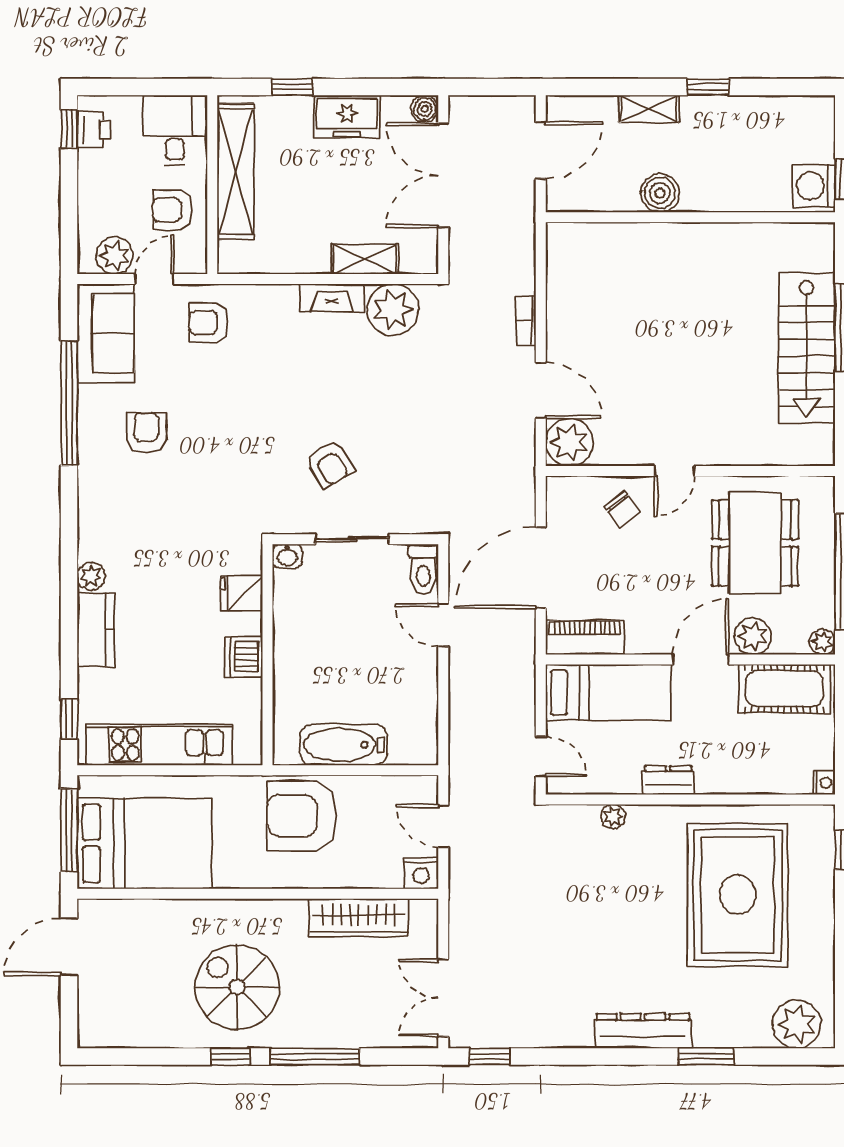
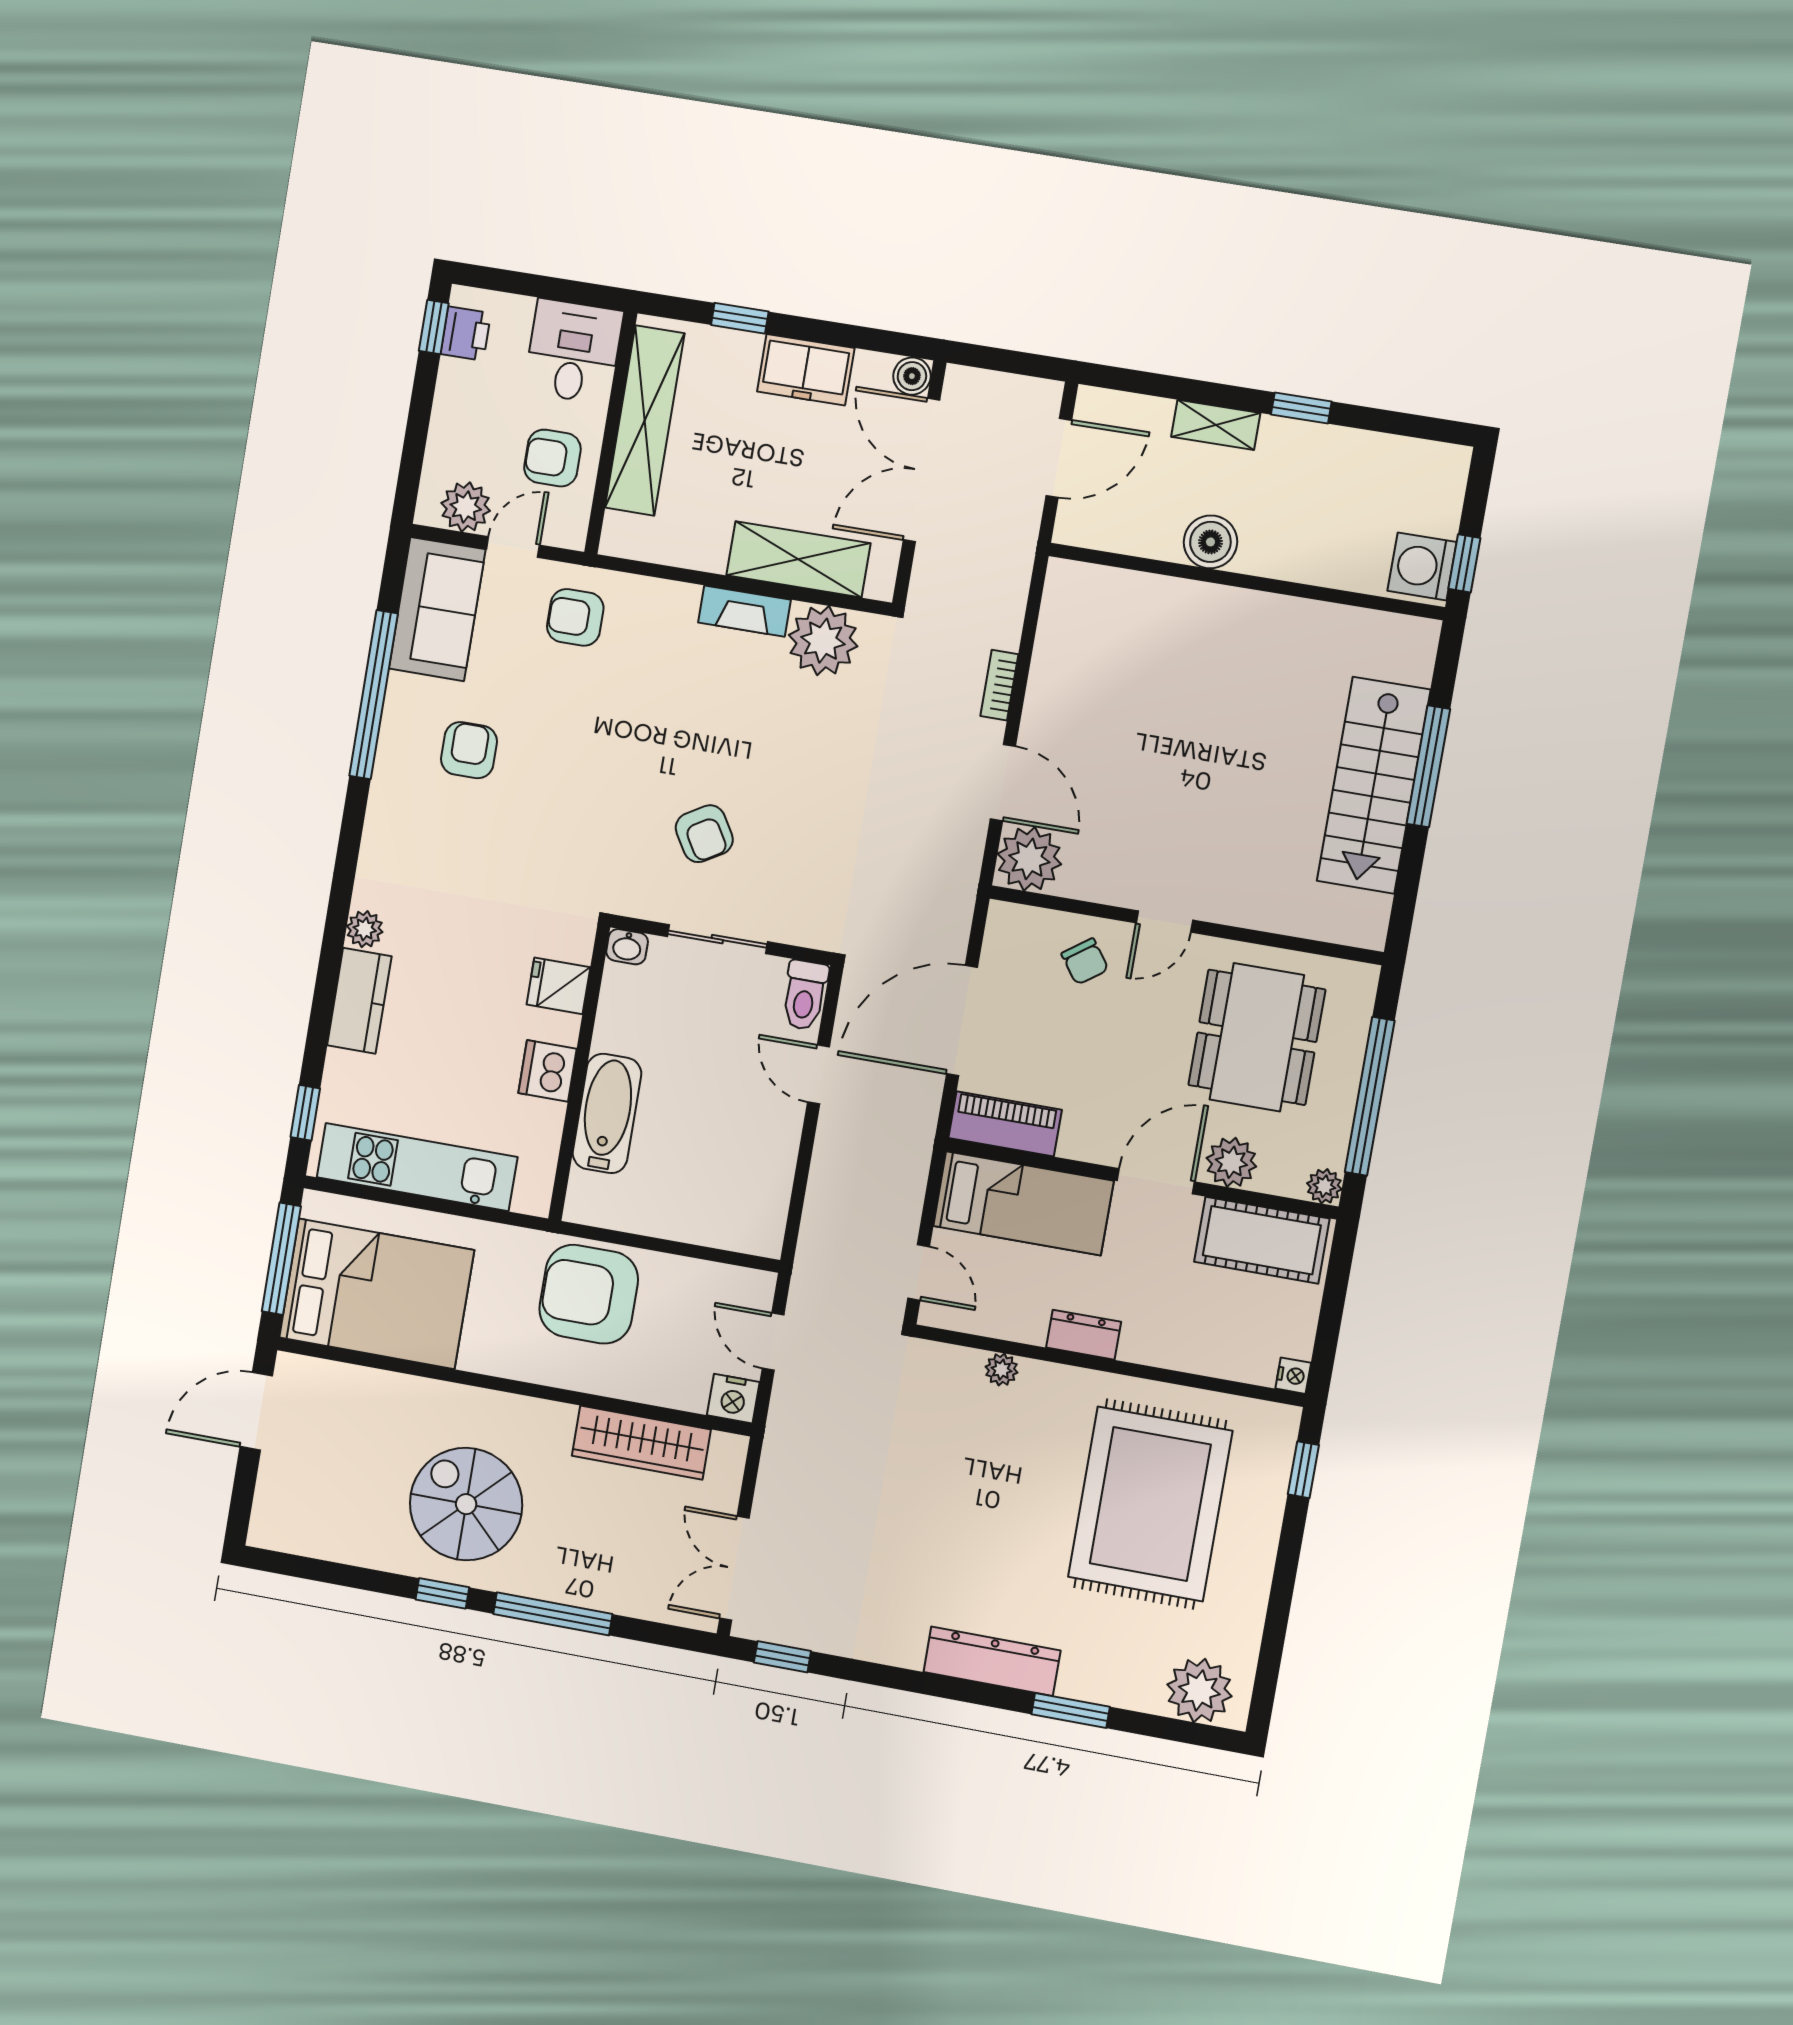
shelving: (365, 259) -> (798, 559), width x1.50, depth x1.33
bathtub: (344, 745) -> (607, 1113), moved, turned 90

